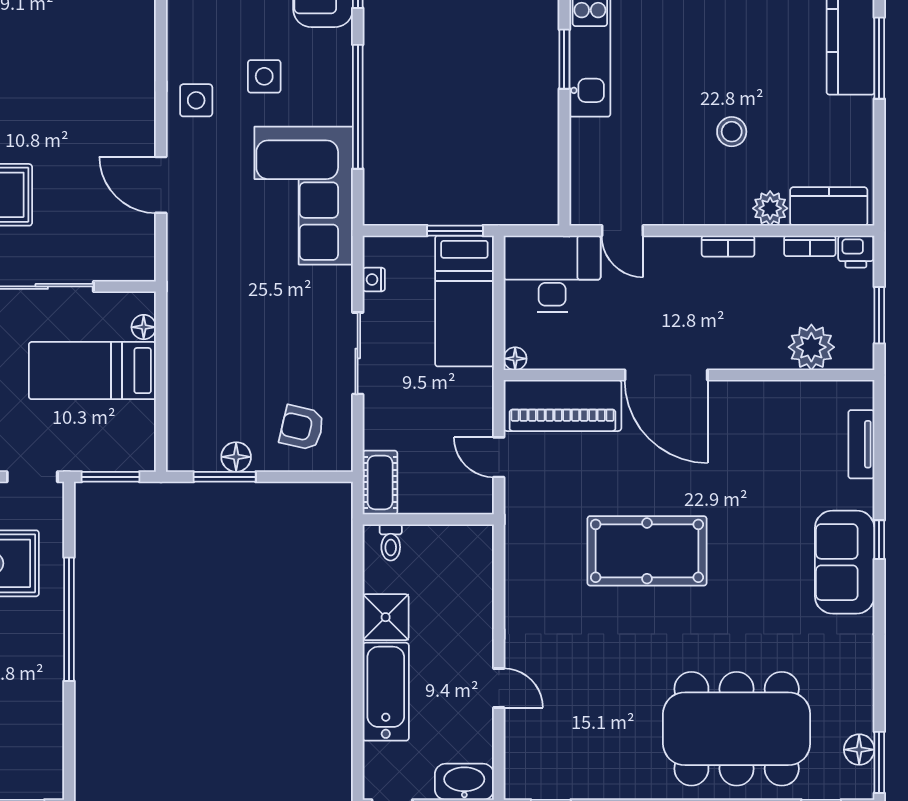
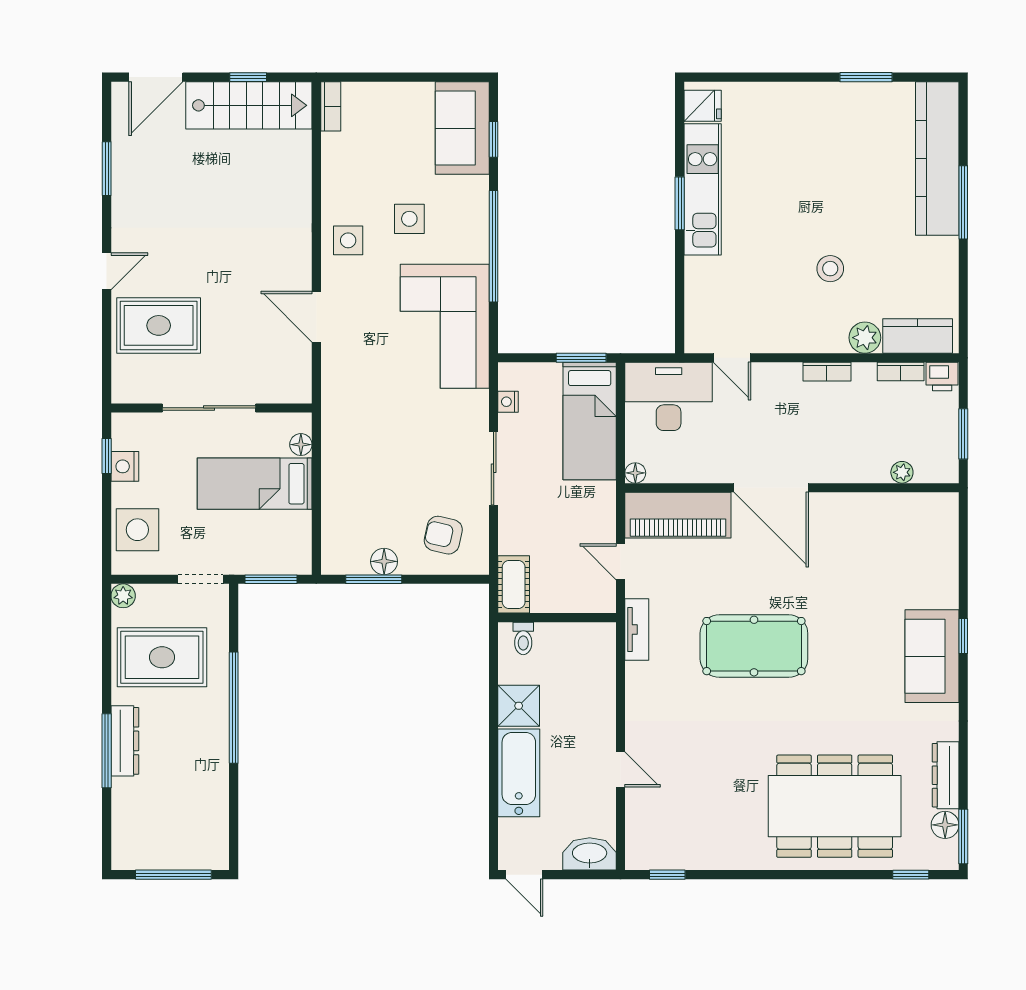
plant: (811, 347) -> (902, 472), width x0.53, depth x0.53
tv unit: (861, 444) -> (637, 629), moved, turned 180
dresser: (860, 694) -> (946, 775), added

